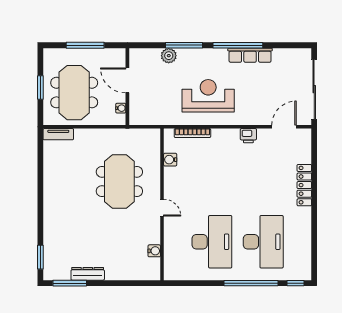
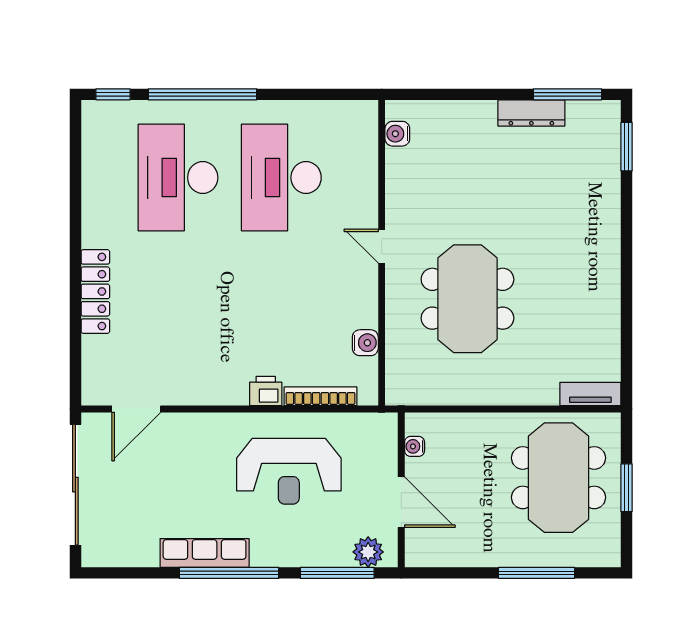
door: (127, 80) -> (401, 502), moved
wall: (127, 87) -> (401, 490), moved
water cooler: (121, 108) -> (415, 446), moved
printer: (248, 136) -> (266, 391), moved
water cooler: (154, 251) -> (397, 134), moved

